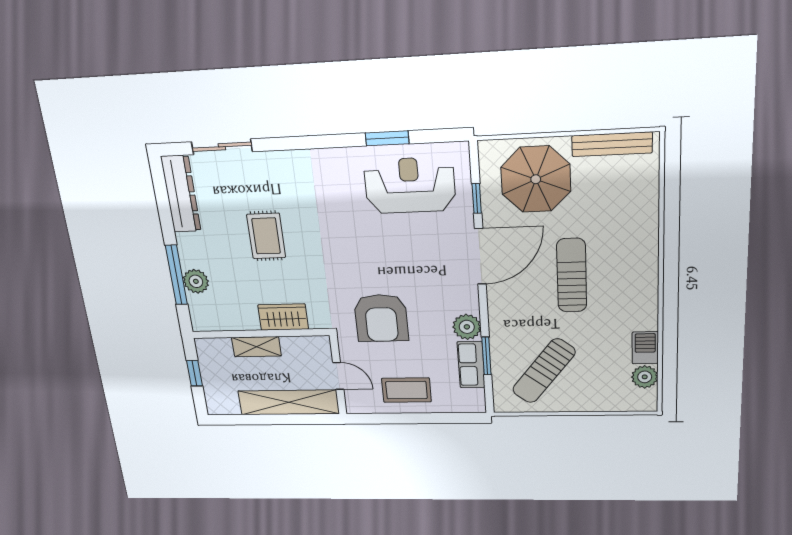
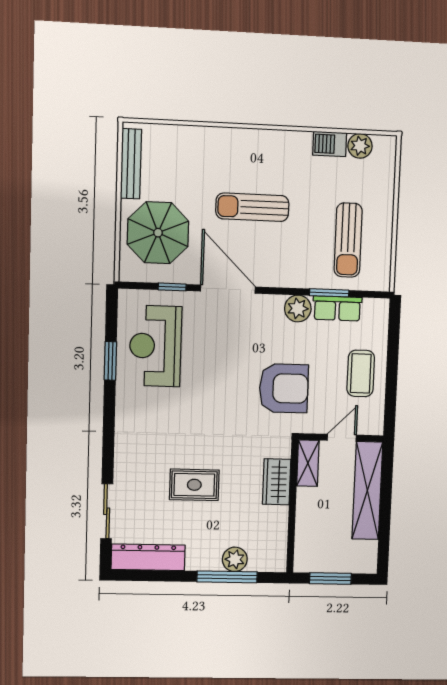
shelving: (256, 347) -> (308, 463), moved
sun lounger: (544, 371) -> (348, 240), turned 52
window: (194, 373) -> (330, 579), width x1.50

